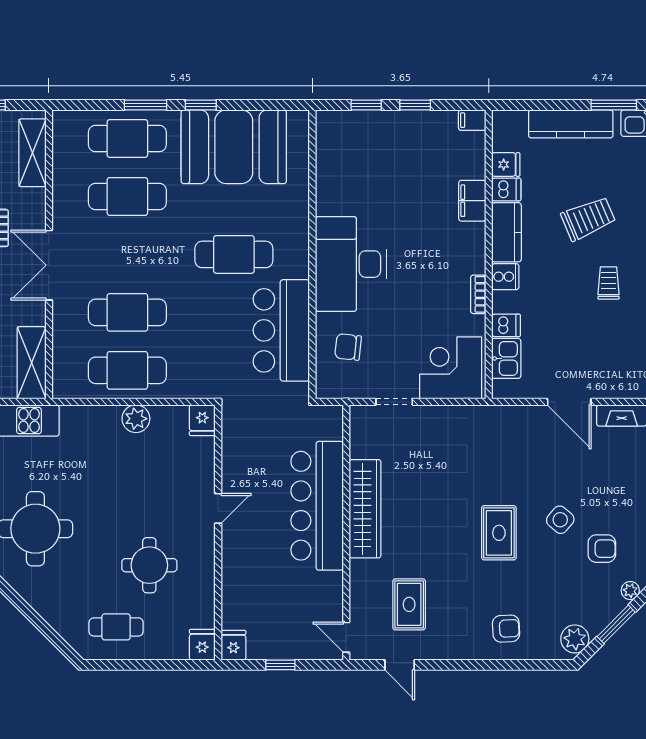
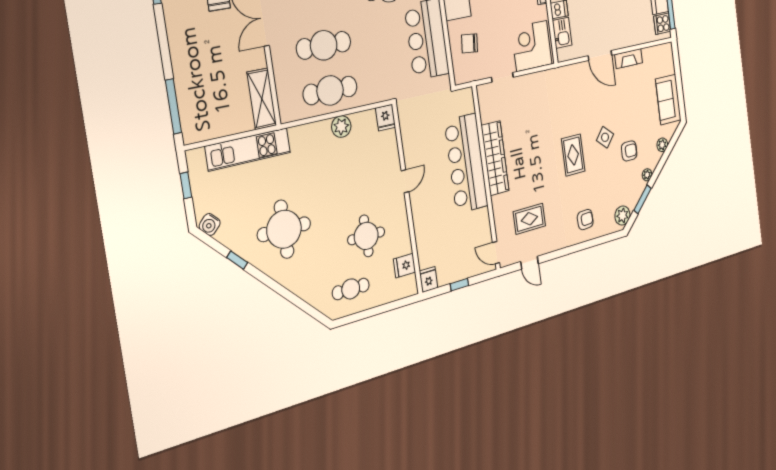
rug: (409, 604) -> (529, 219), turned 90
fridge: (202, 645) -> (405, 266), moved, turned -90

